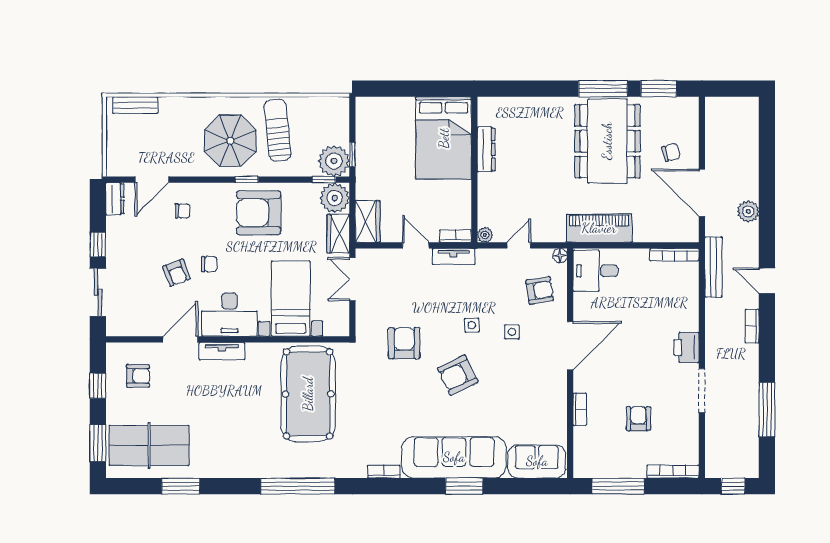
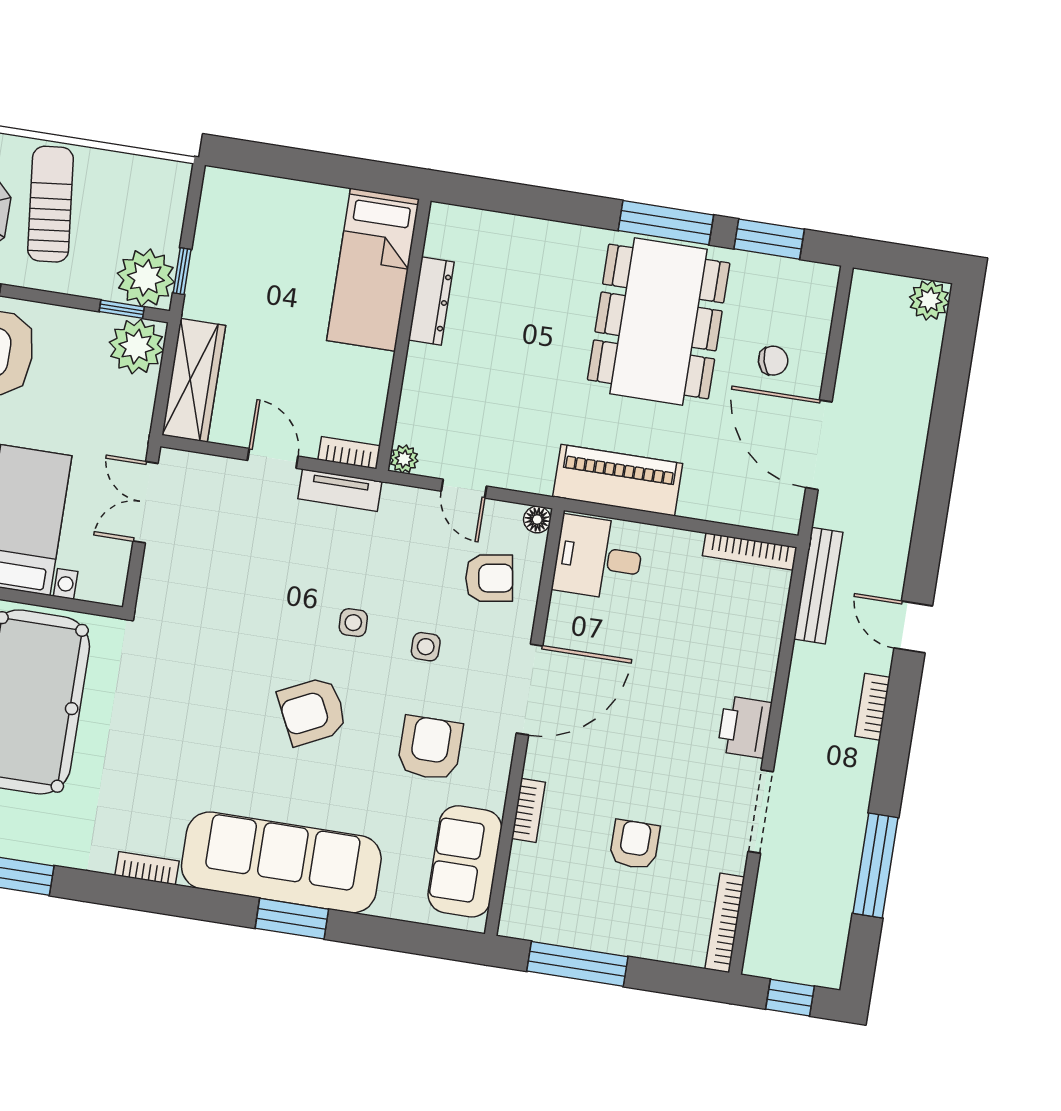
bed: (444, 138) -> (373, 270), width x0.67
plant: (748, 211) -> (929, 300), moved
wardrobe: (368, 221) -> (194, 380), width x1.50
wardrobe: (338, 234) -> (133, 414), removed
door: (519, 245) -> (464, 489), swing flipped
armchair: (404, 343) -> (430, 748), moved
sofa: (537, 461) -> (465, 861), moved, turned -90
bookcase: (673, 472) -> (725, 923), moved, turned -90

